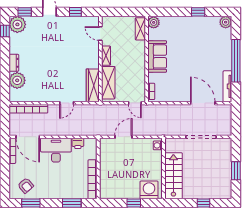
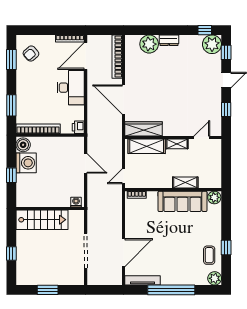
coffee table: (205, 27) -> (209, 255), added
shelving: (140, 29) -> (185, 183), moved
sofa: (157, 56) -> (182, 201), width x1.36
door: (67, 103) -> (123, 100), width x1.88
printer: (78, 143) -> (78, 127), moved
washing machine: (149, 190) -> (26, 163), moved
boiler: (107, 192) -> (23, 145), added

